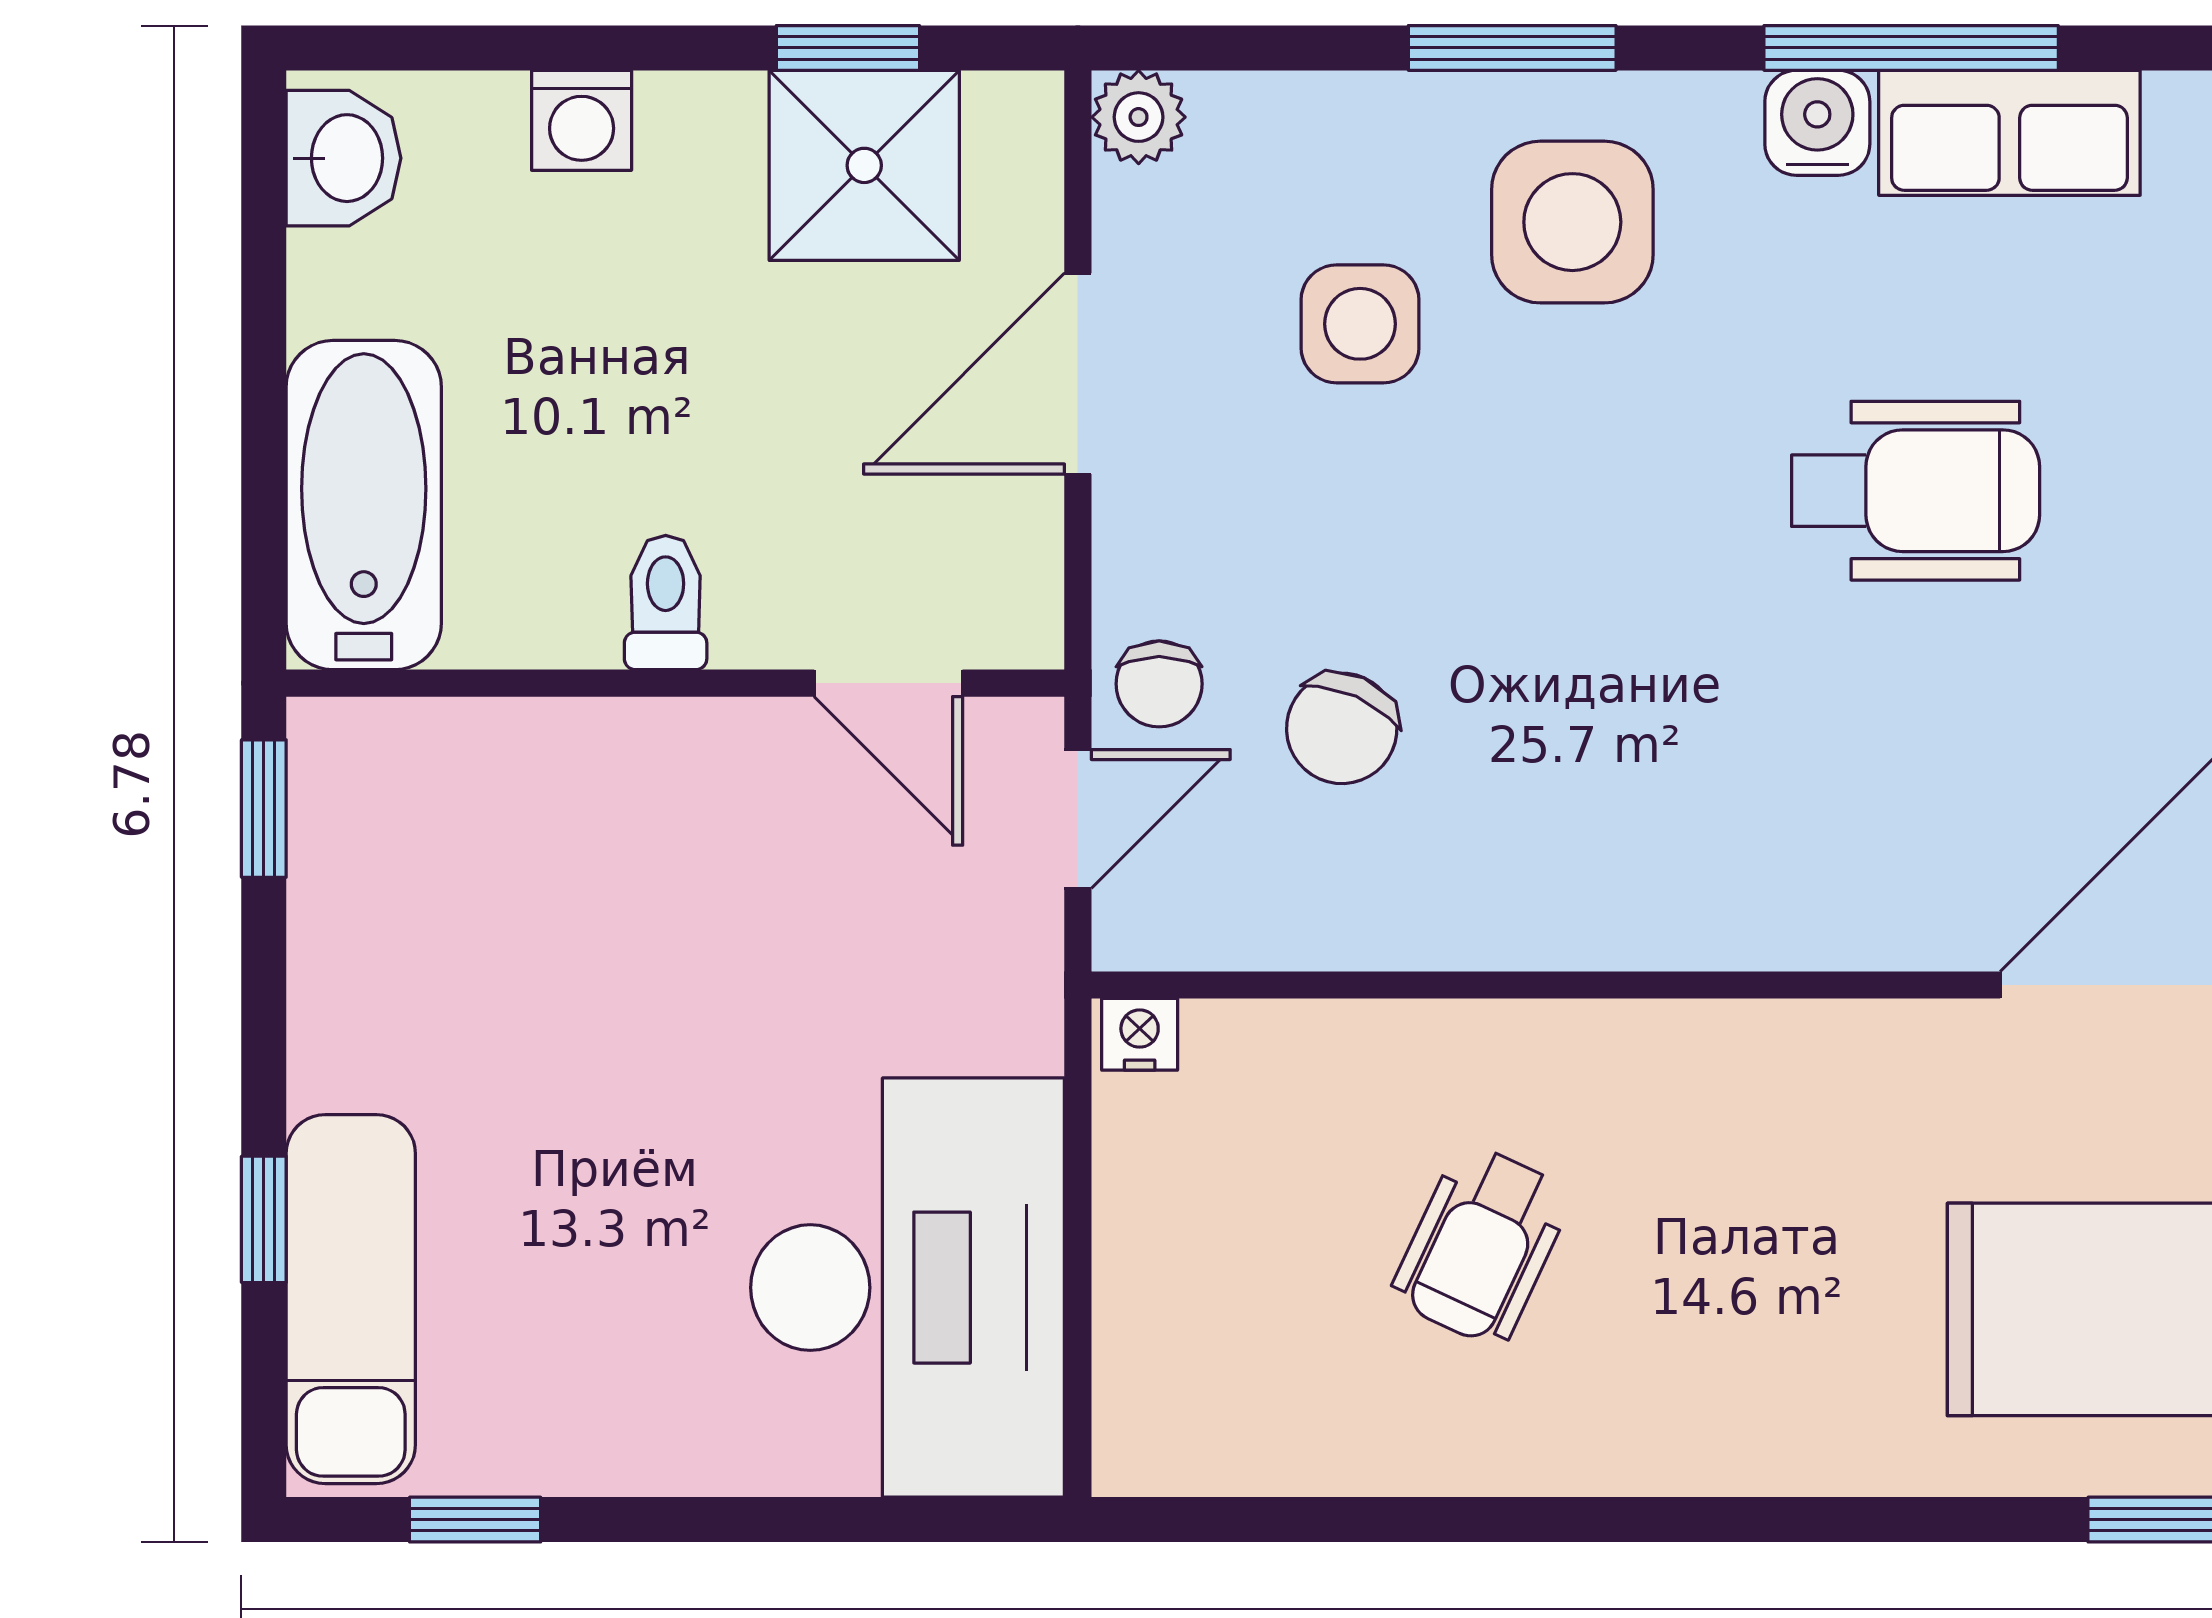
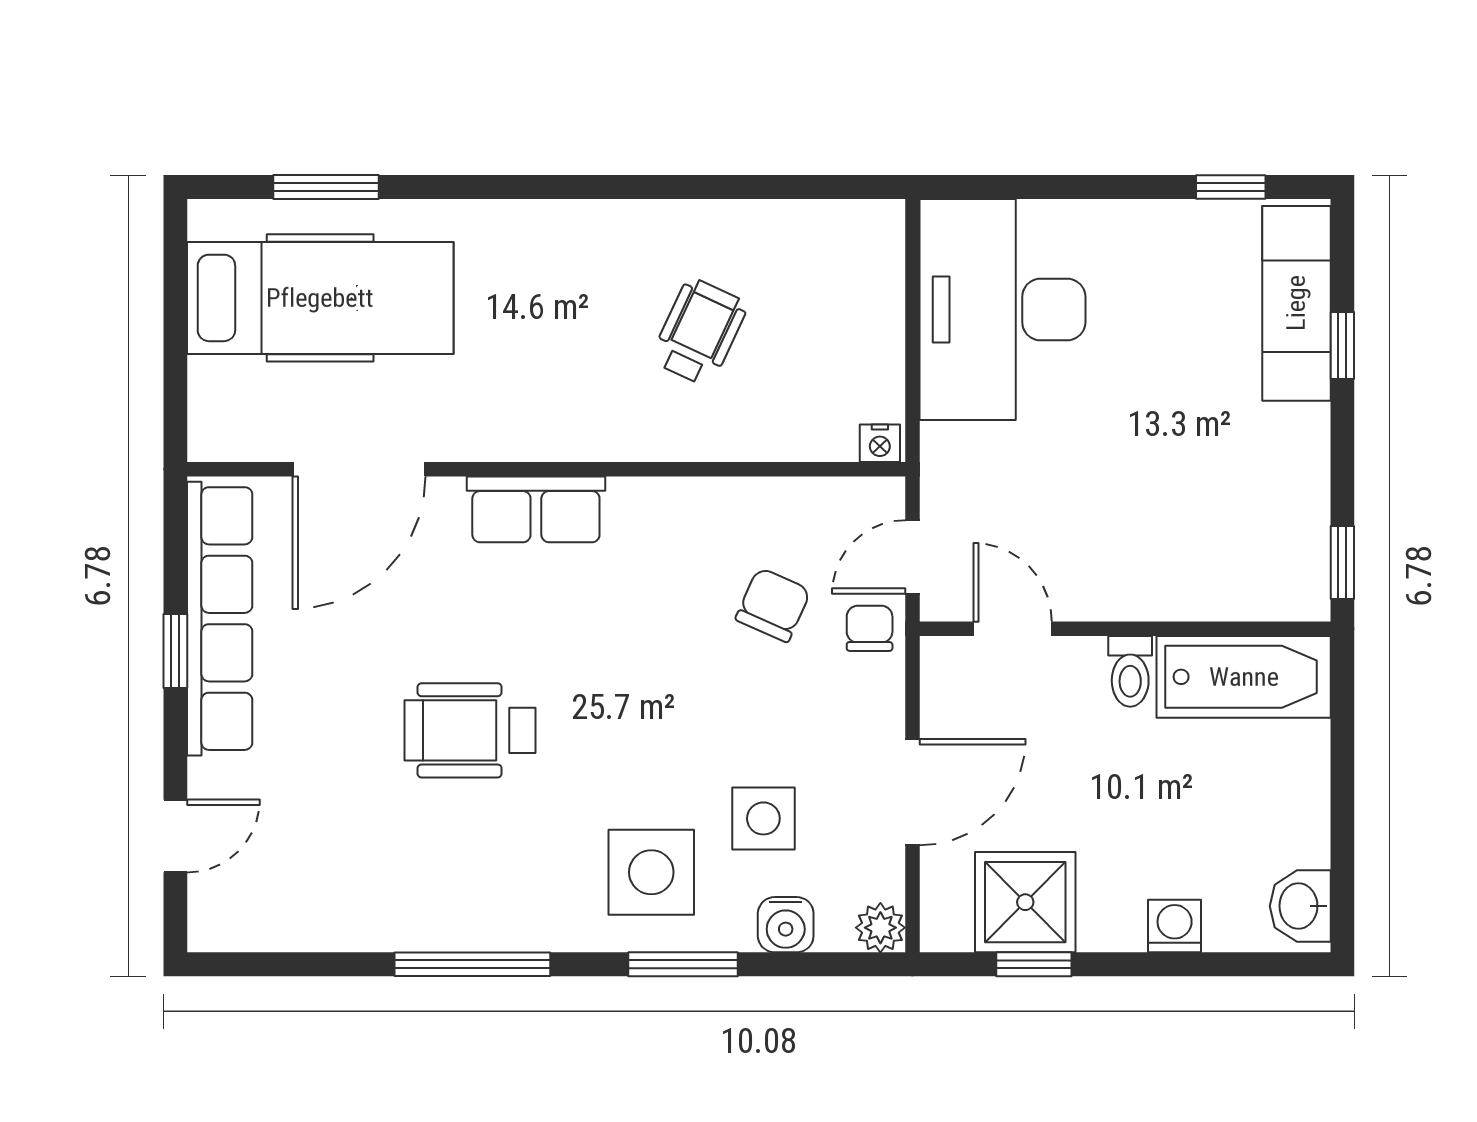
water cooler: (1817, 123) -> (786, 925), moved
row of seats: (2009, 133) -> (536, 509), moved, turned 180
bathtub: (364, 505) -> (1244, 677), moved, turned -90

